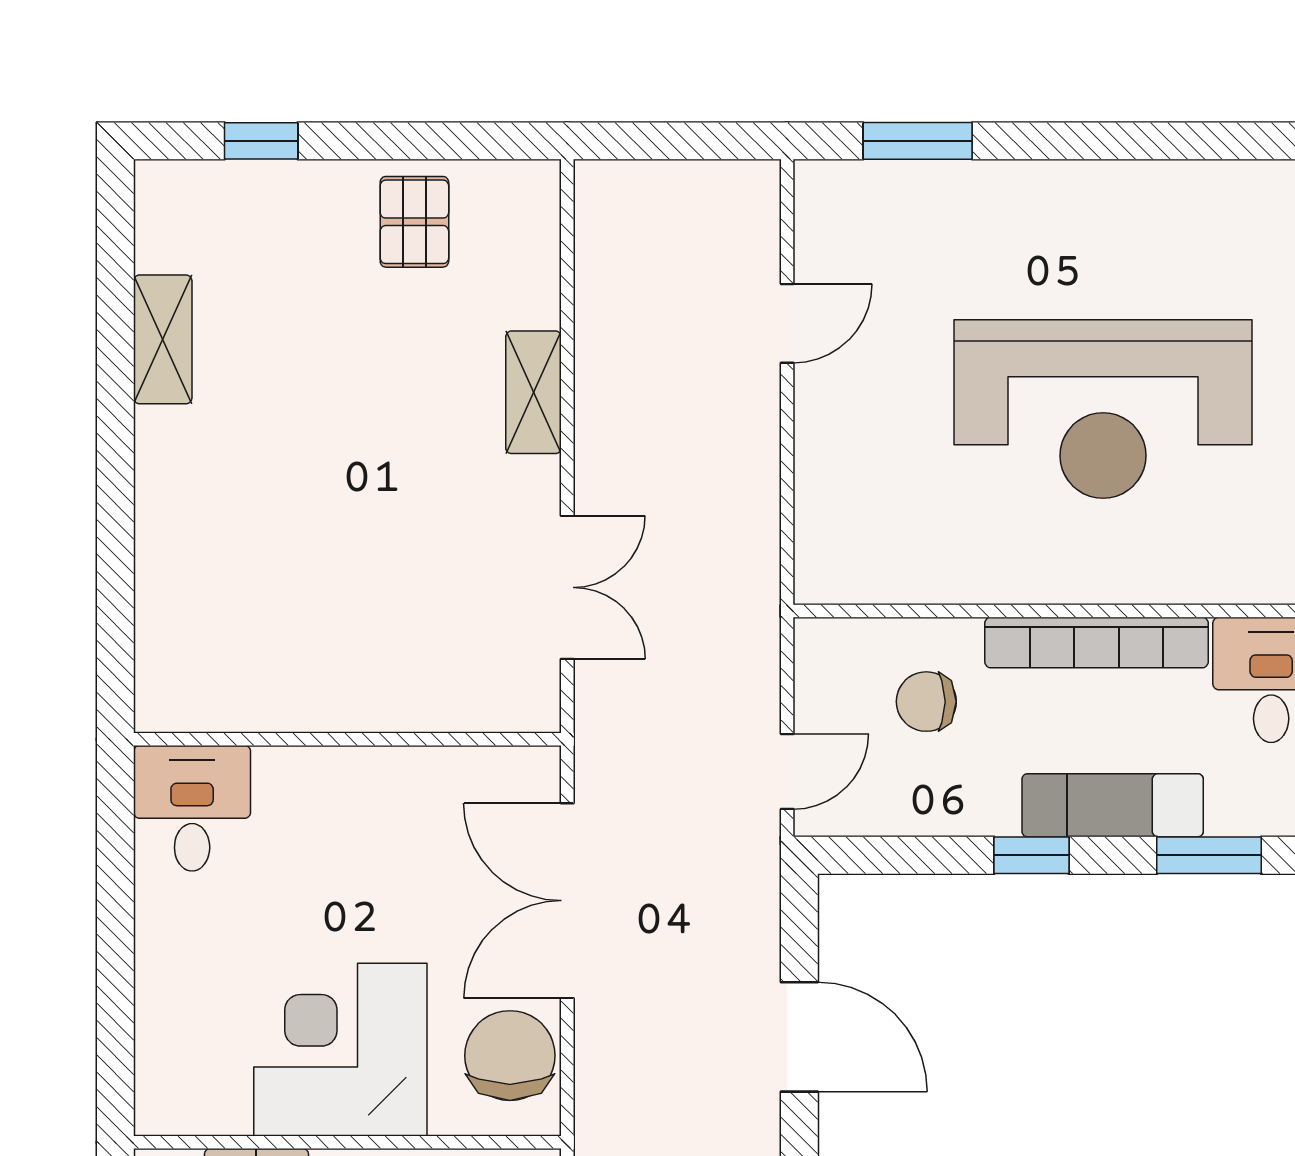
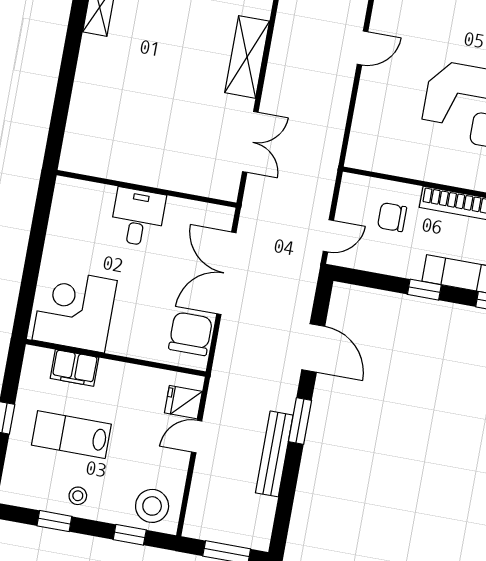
shelving: (534, 392) -> (247, 57), width x1.50, depth x1.33
desk: (192, 808) -> (138, 217), moved
corner desk: (340, 1050) -> (75, 310), moved

